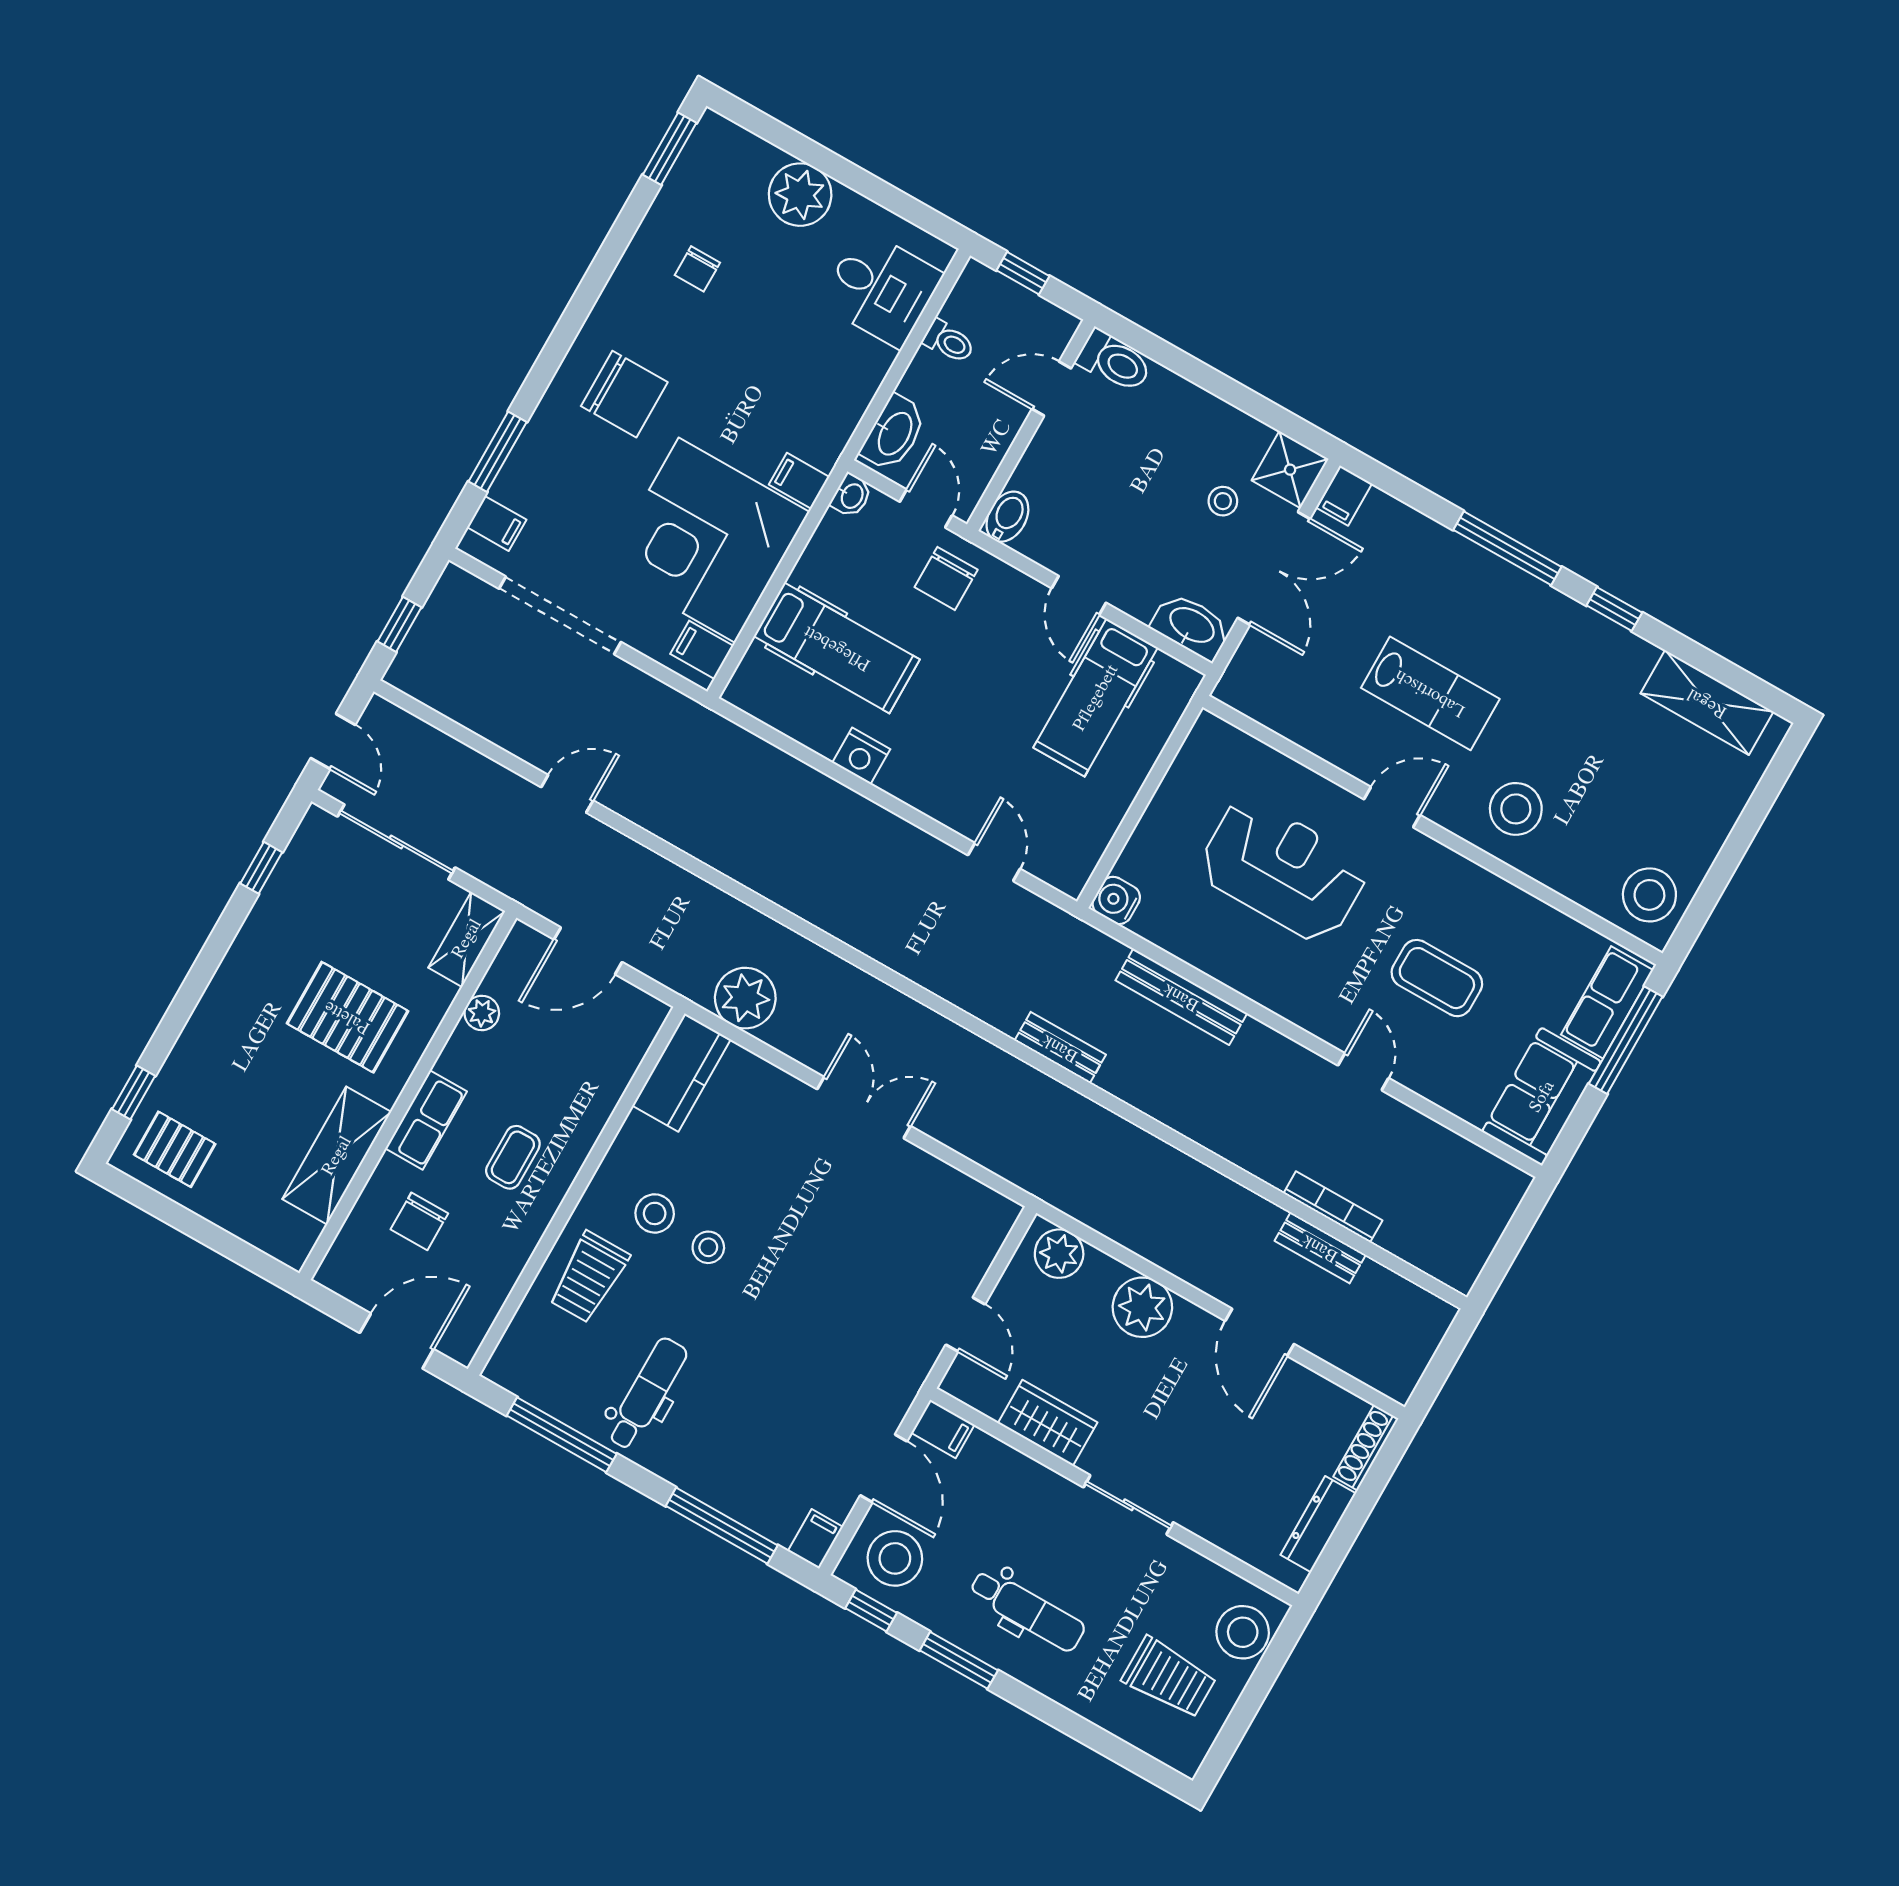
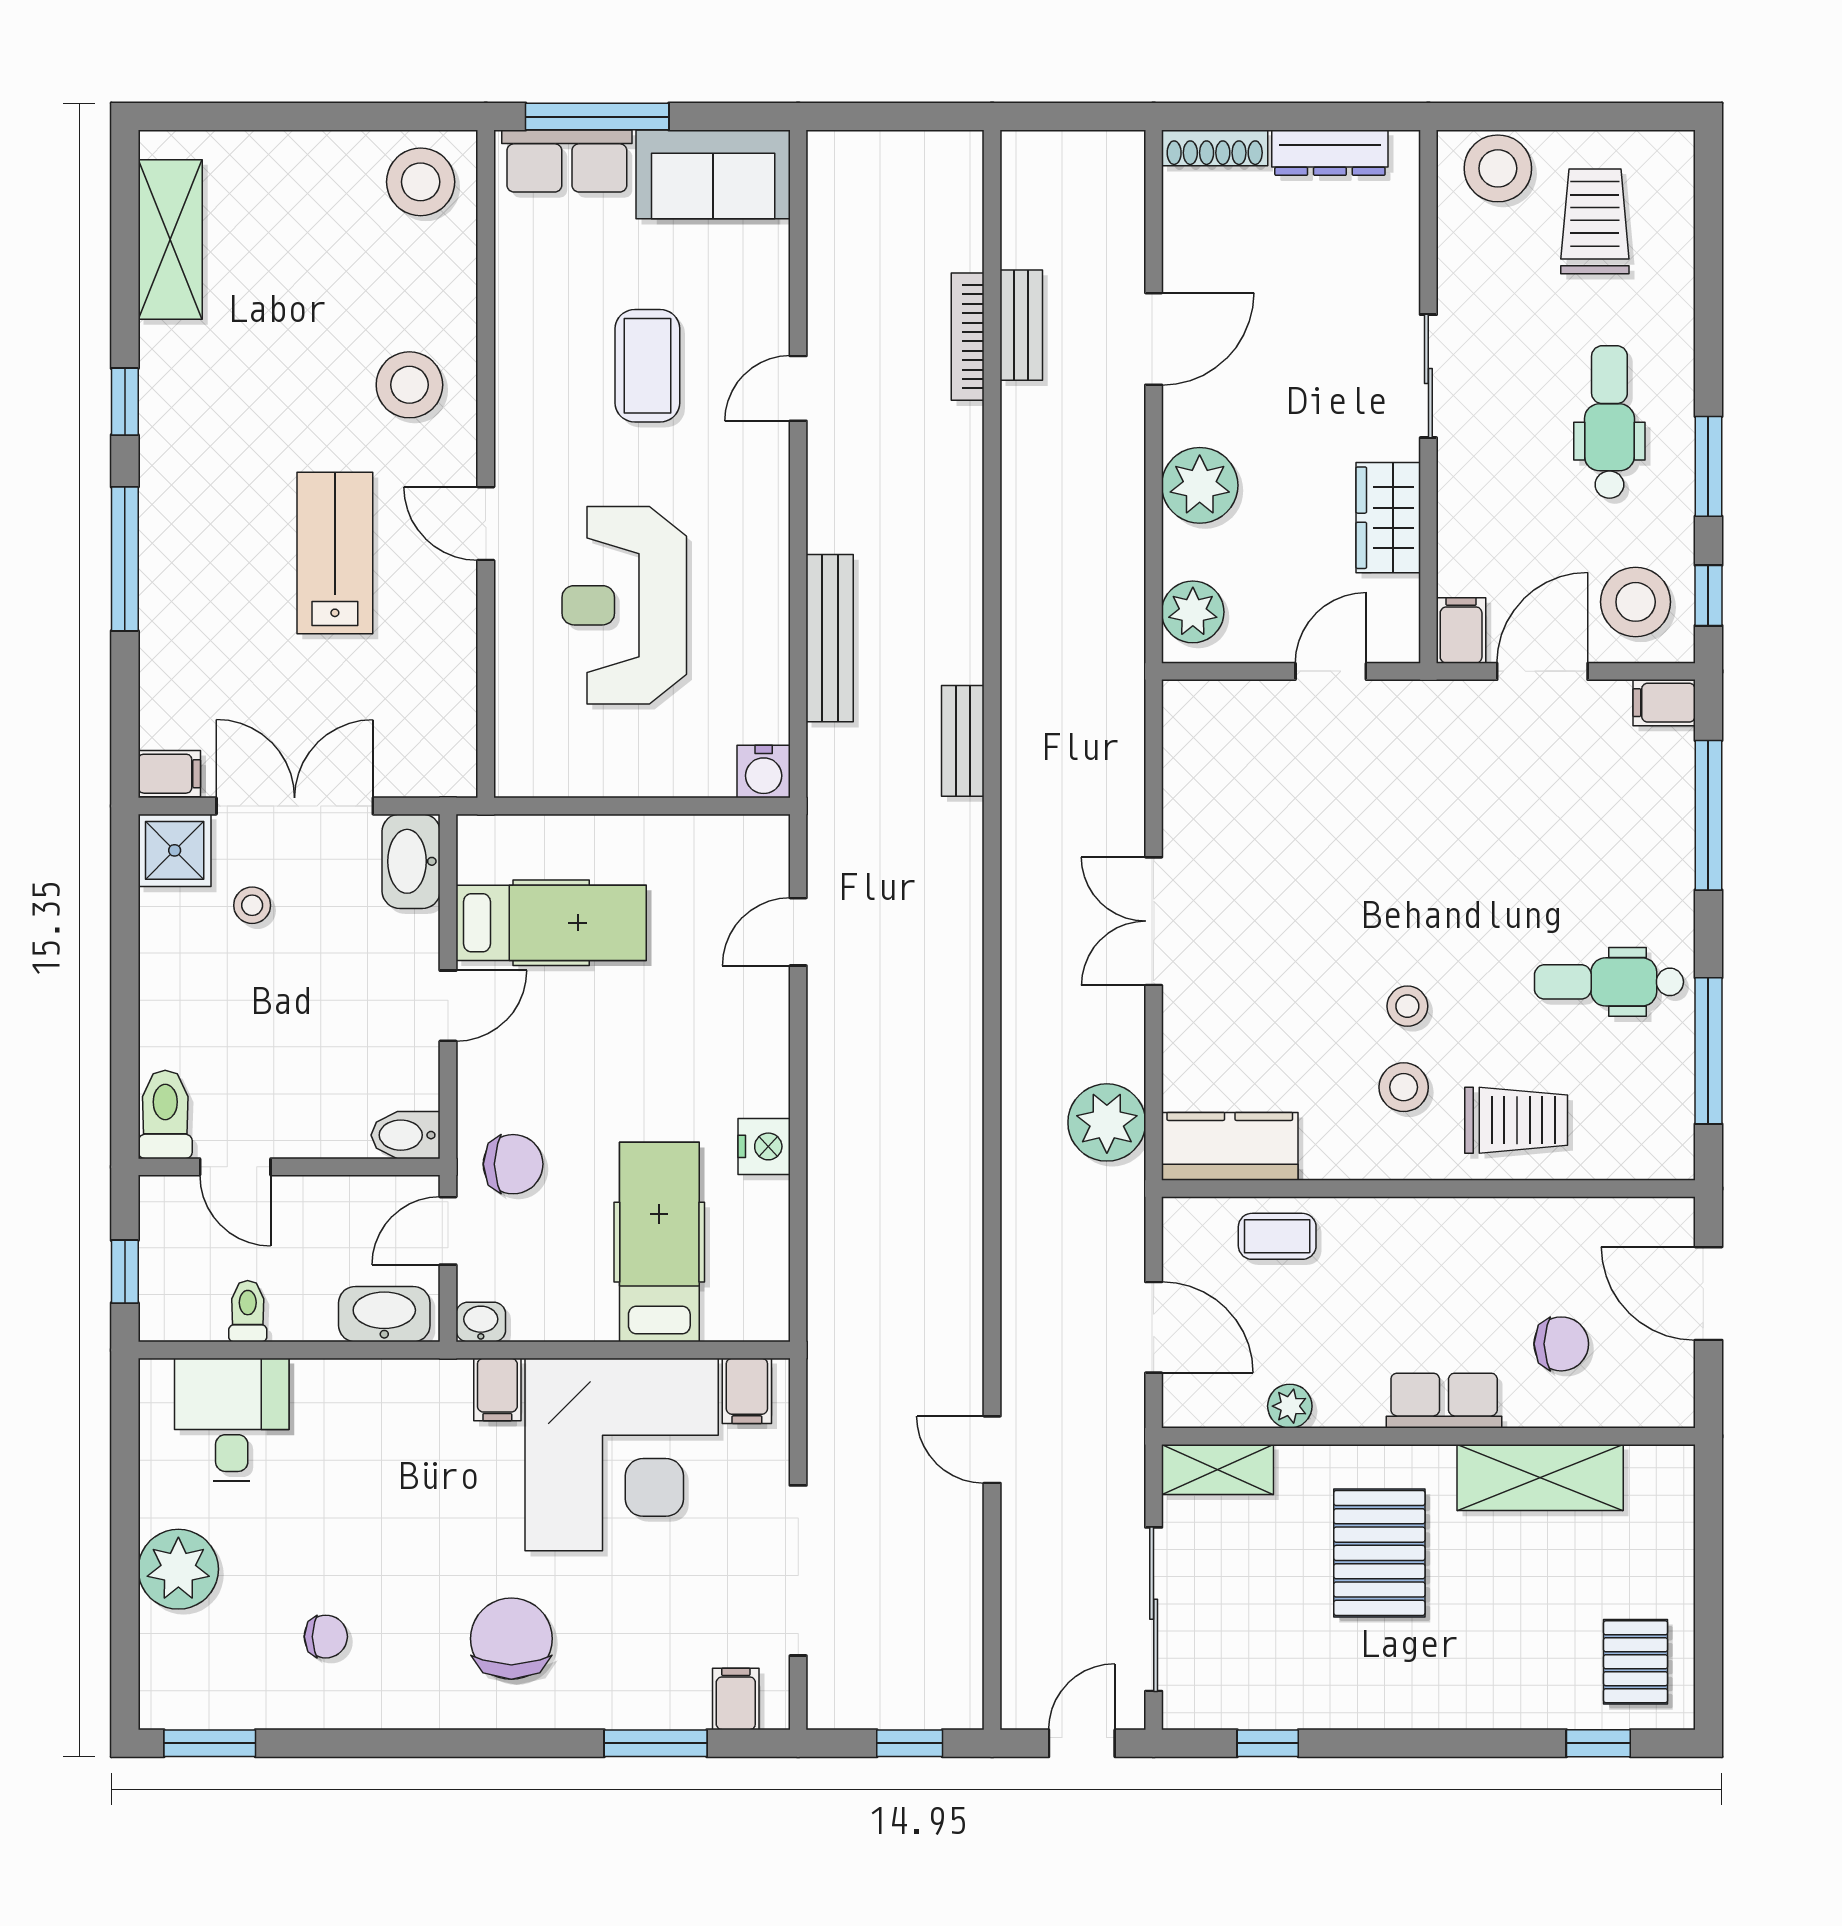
coffee table: (513, 1157) -> (1277, 1236), moved

